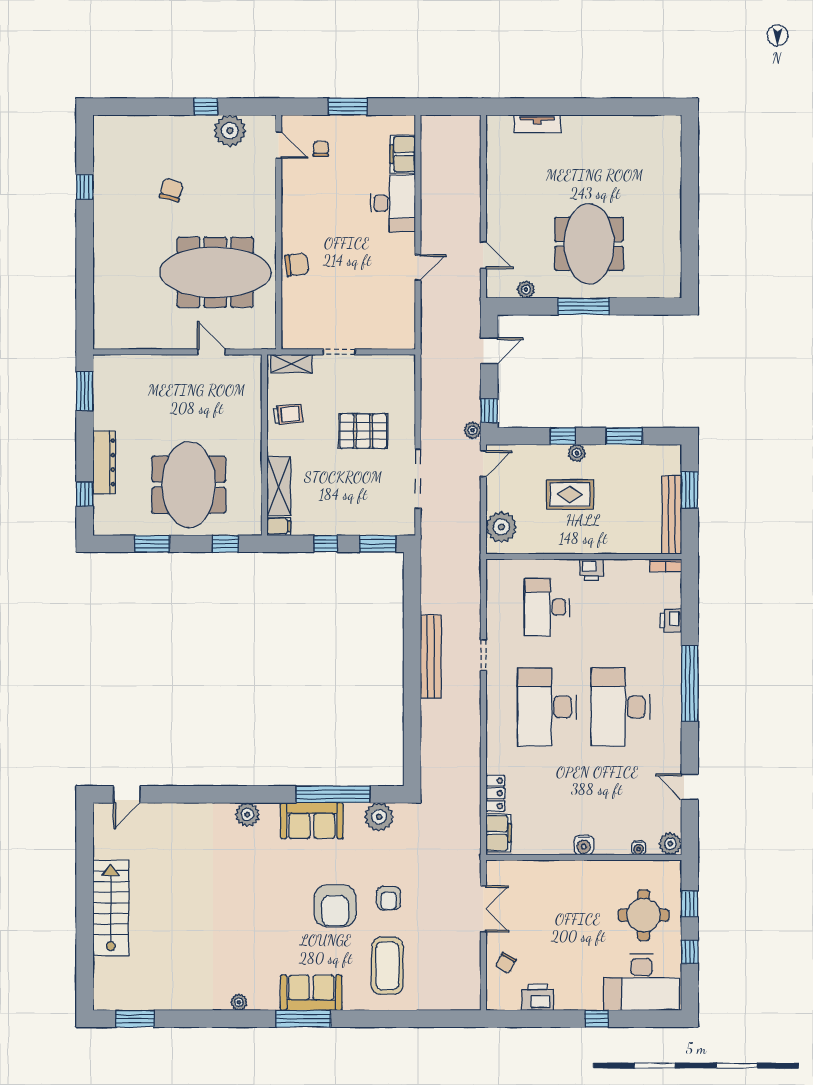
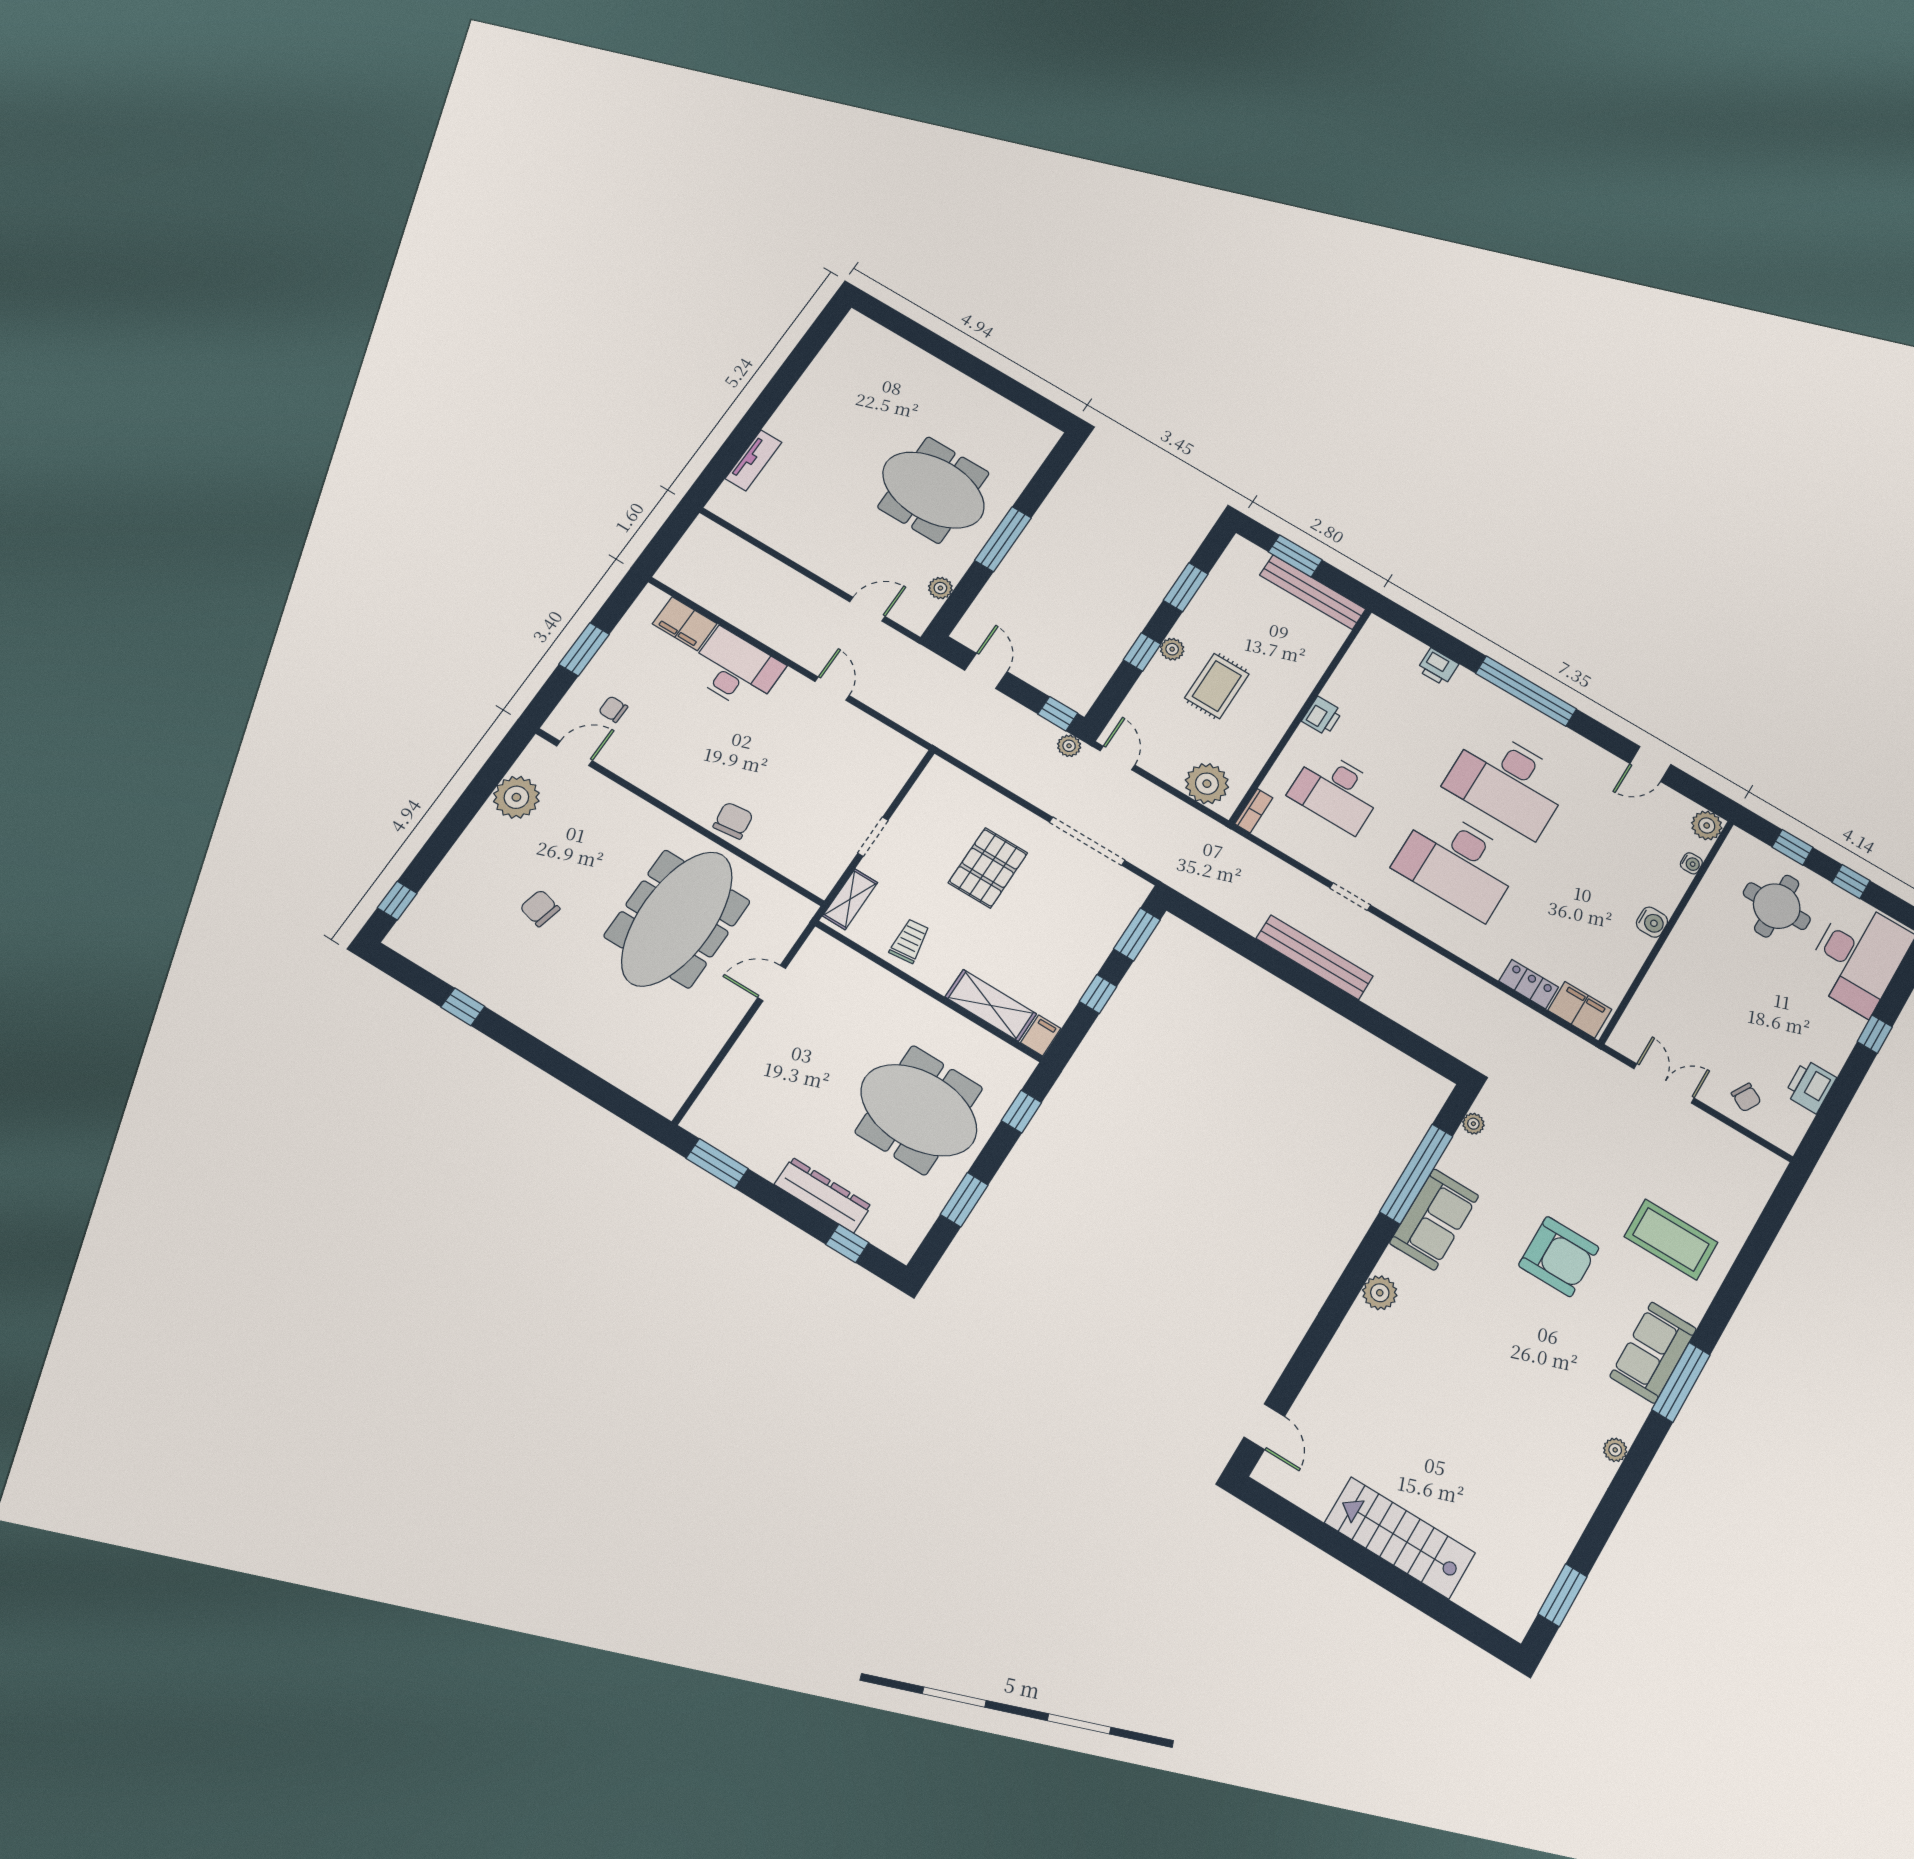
window: (206, 107) -> (397, 901), moved
bookcase: (666, 565) -> (1254, 811), moved
plant: (379, 817) -> (1473, 1124), width x0.53, depth x0.53
armchair: (389, 898) -> (1586, 1187), removed

